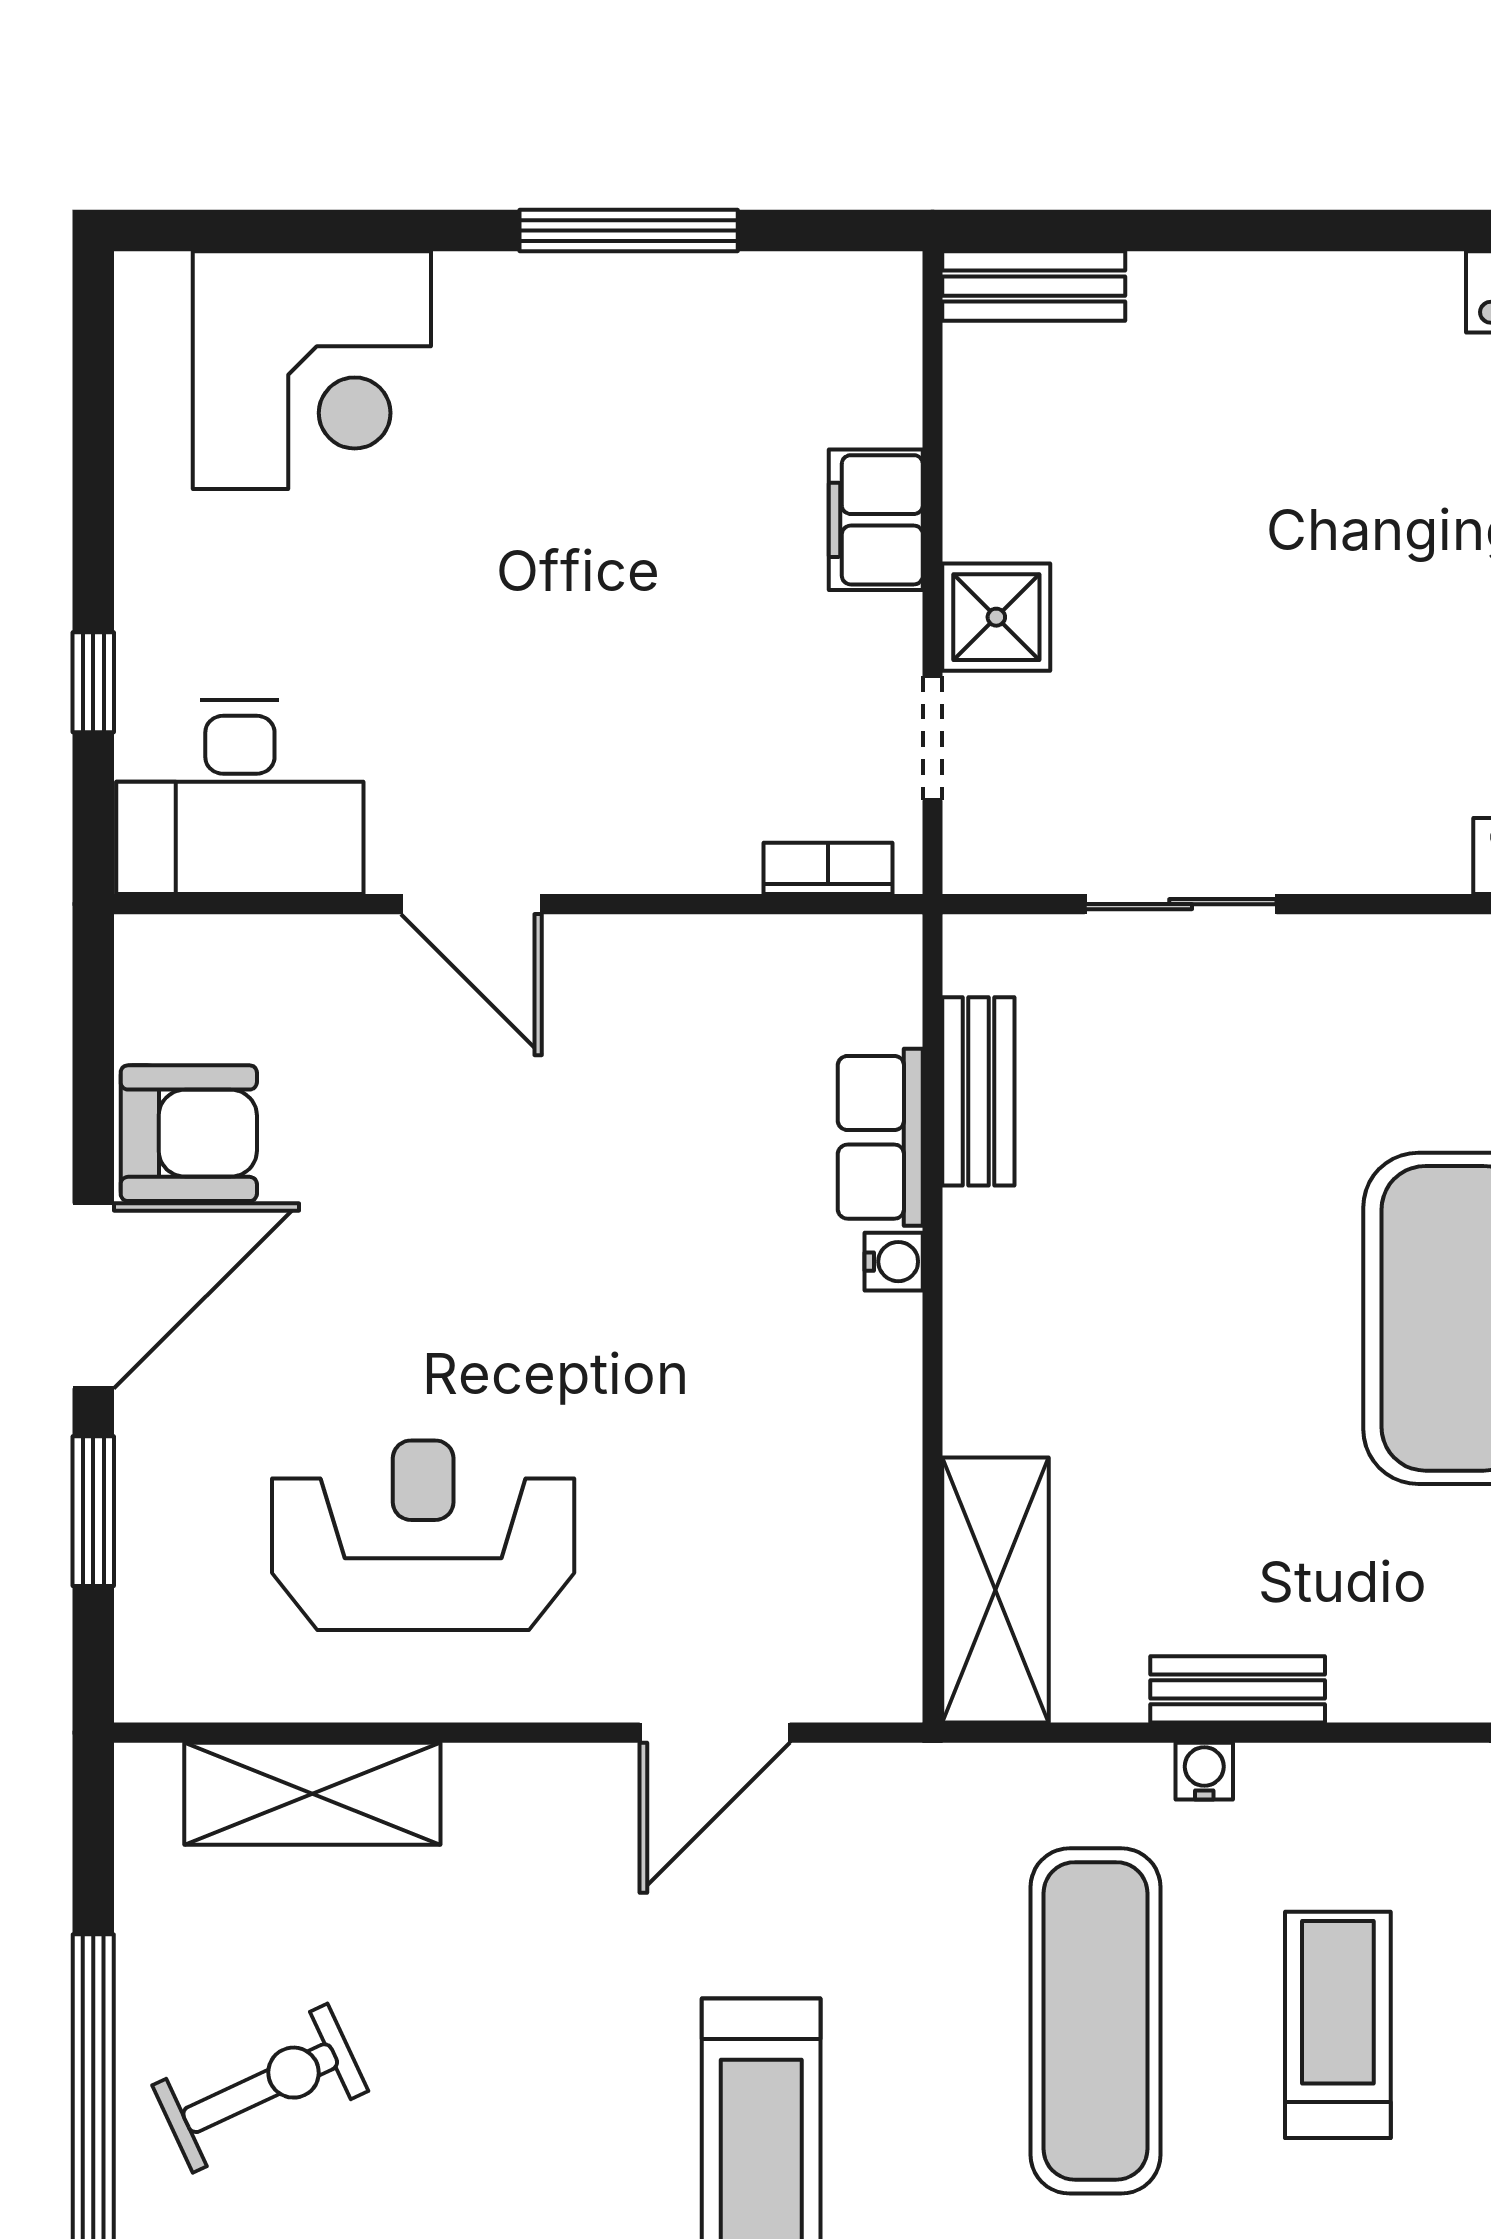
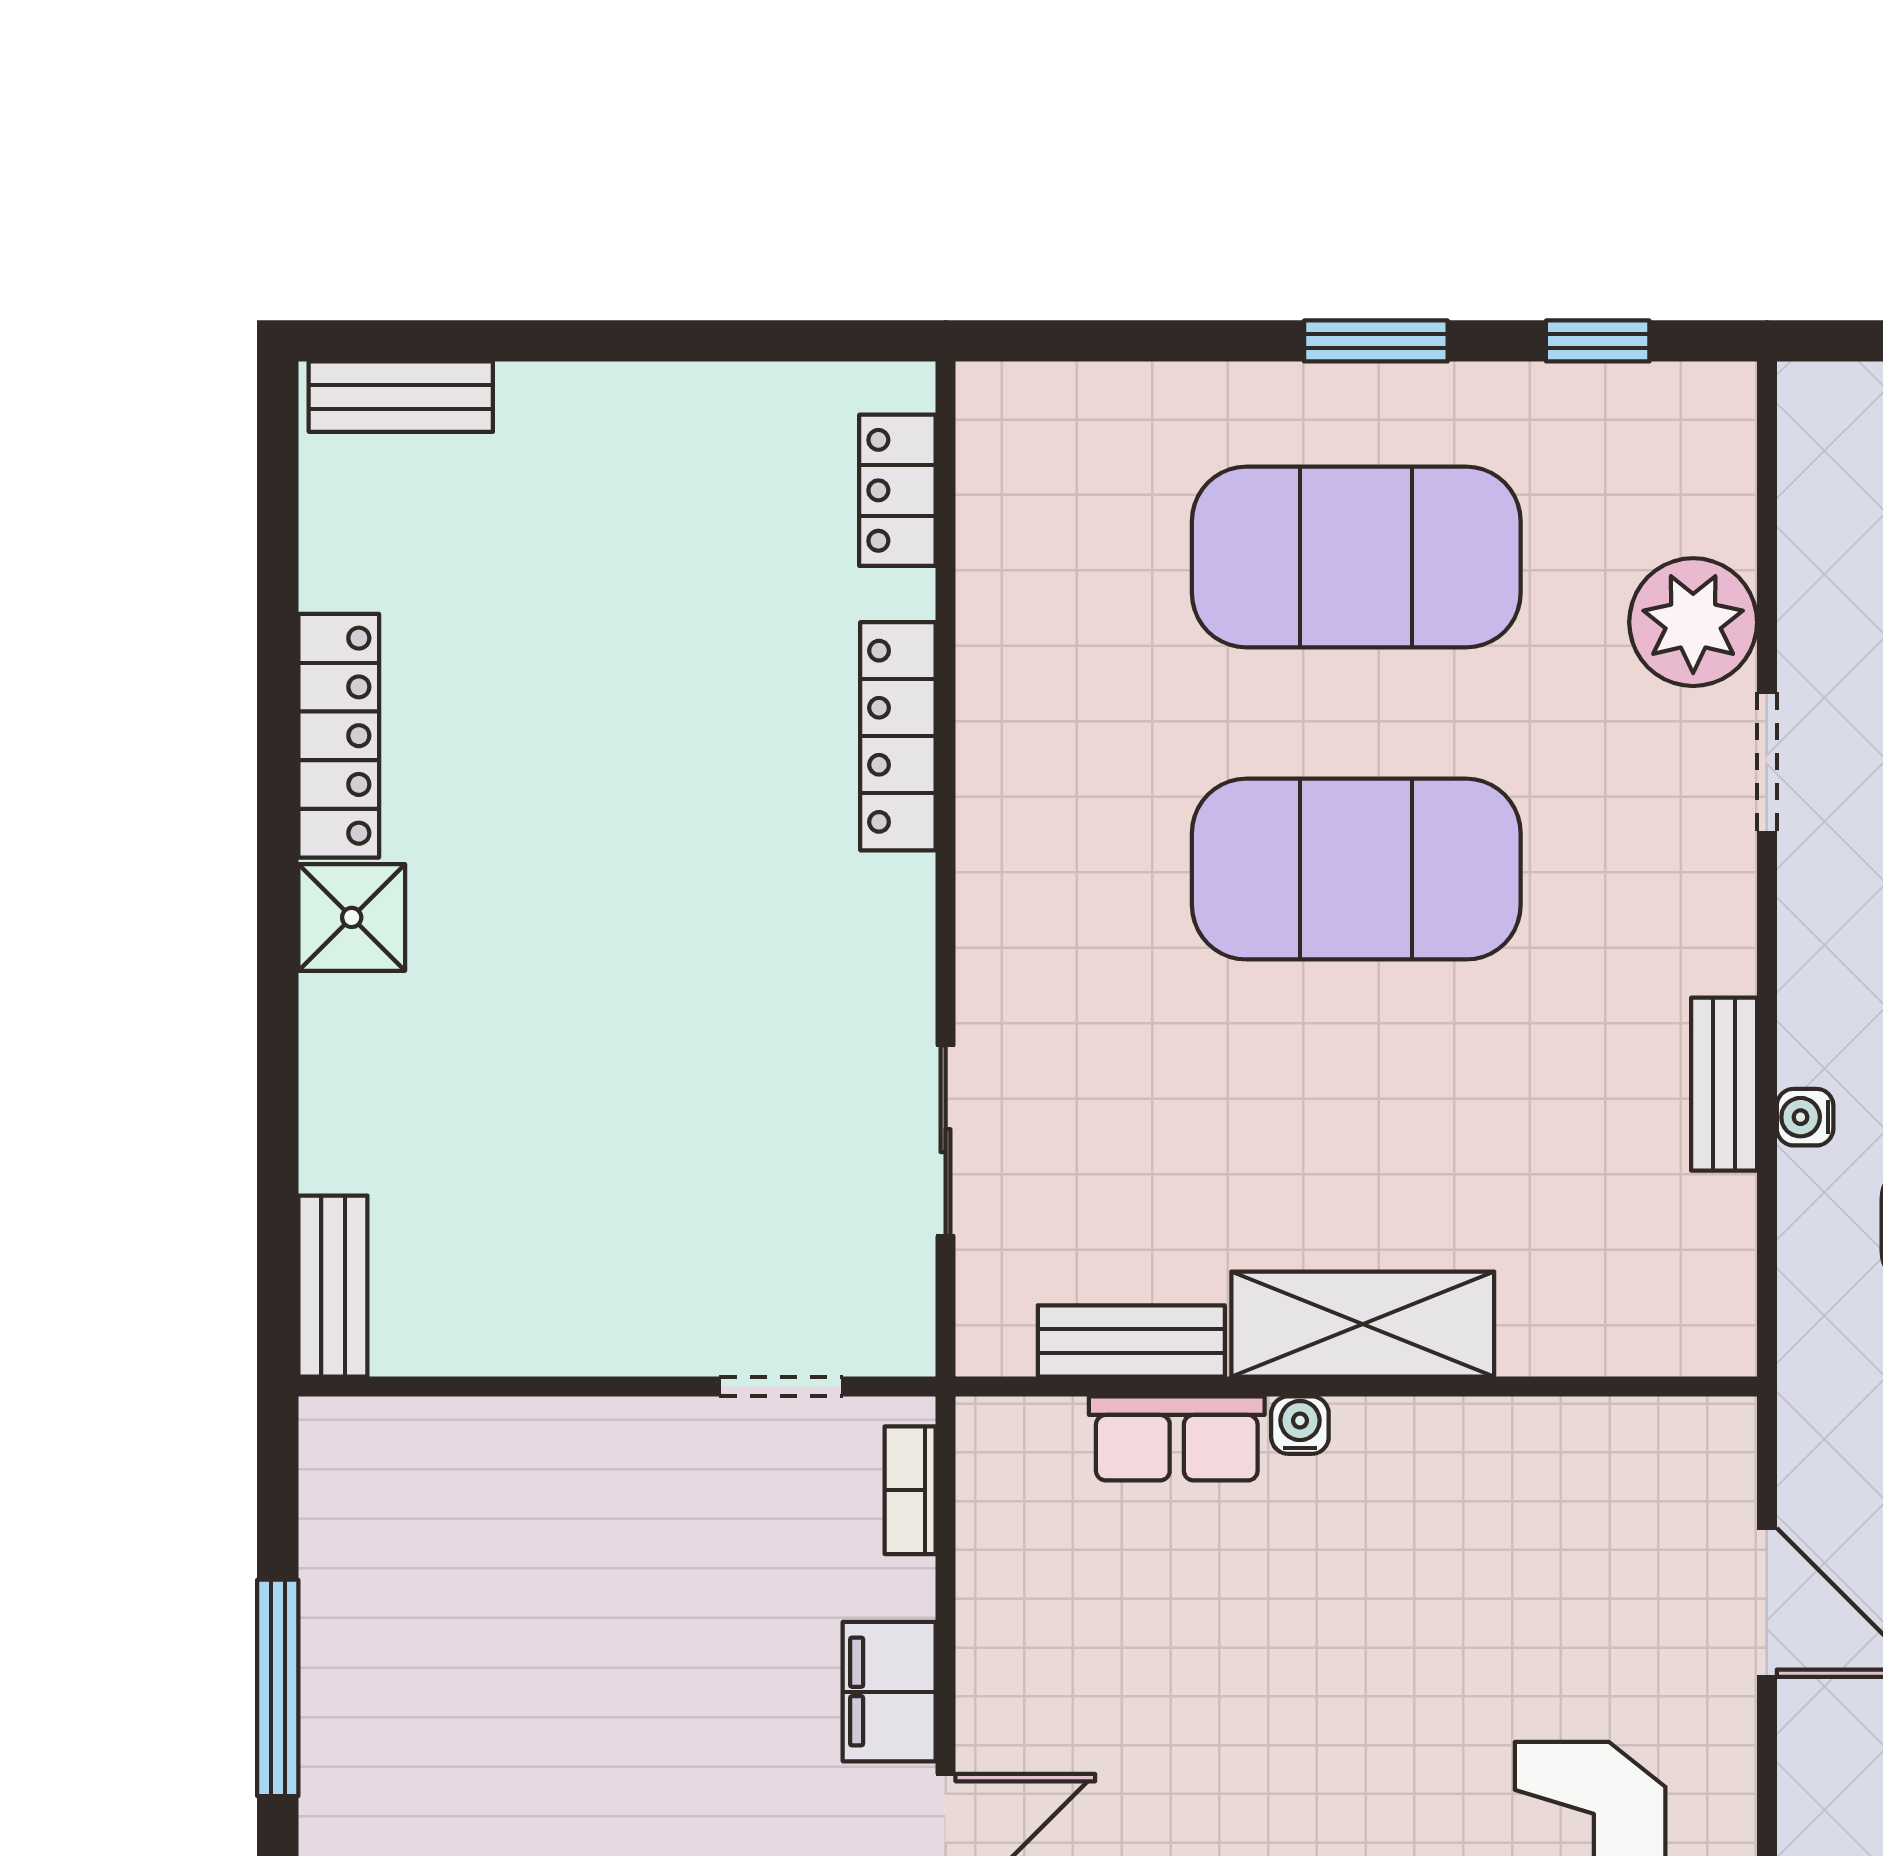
filing cabinet: (876, 520) -> (889, 1692), moved, turned 90
shower: (996, 617) -> (352, 917), moved
shelving: (996, 1590) -> (1363, 1324), moved

